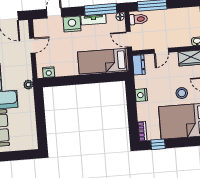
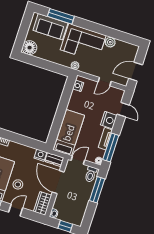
door: (32, 46) -> (105, 82), hinge flipped
door: (161, 51) -> (58, 182), width x1.87
nightstand: (141, 95) -> (40, 155), moved
floor lamp: (29, 141) -> (30, 48), added

